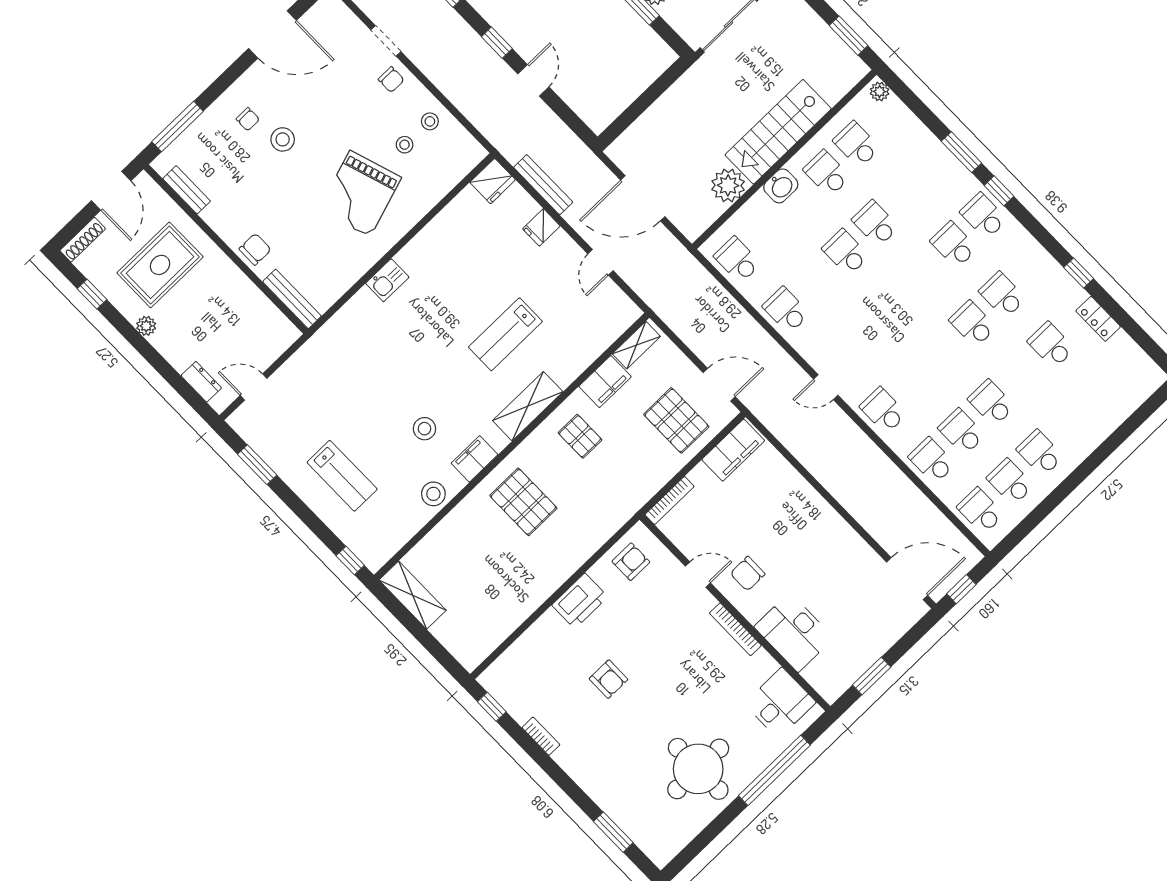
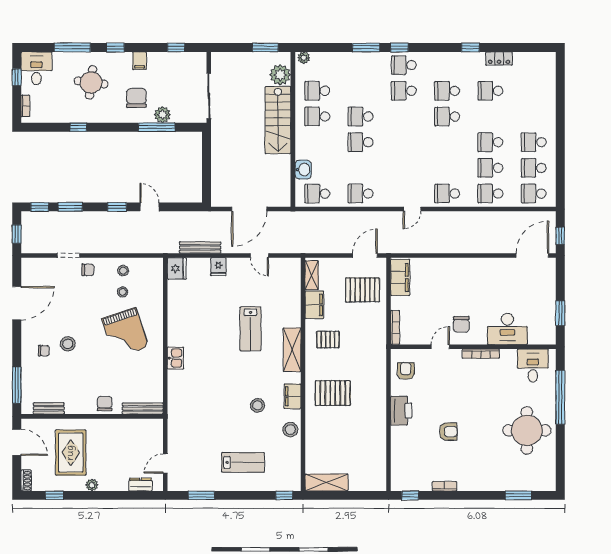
plant: (728, 185) -> (280, 75), moved
washbasin: (781, 186) -> (303, 170), moved
shoe rack: (83, 240) -> (26, 481), width x0.70

